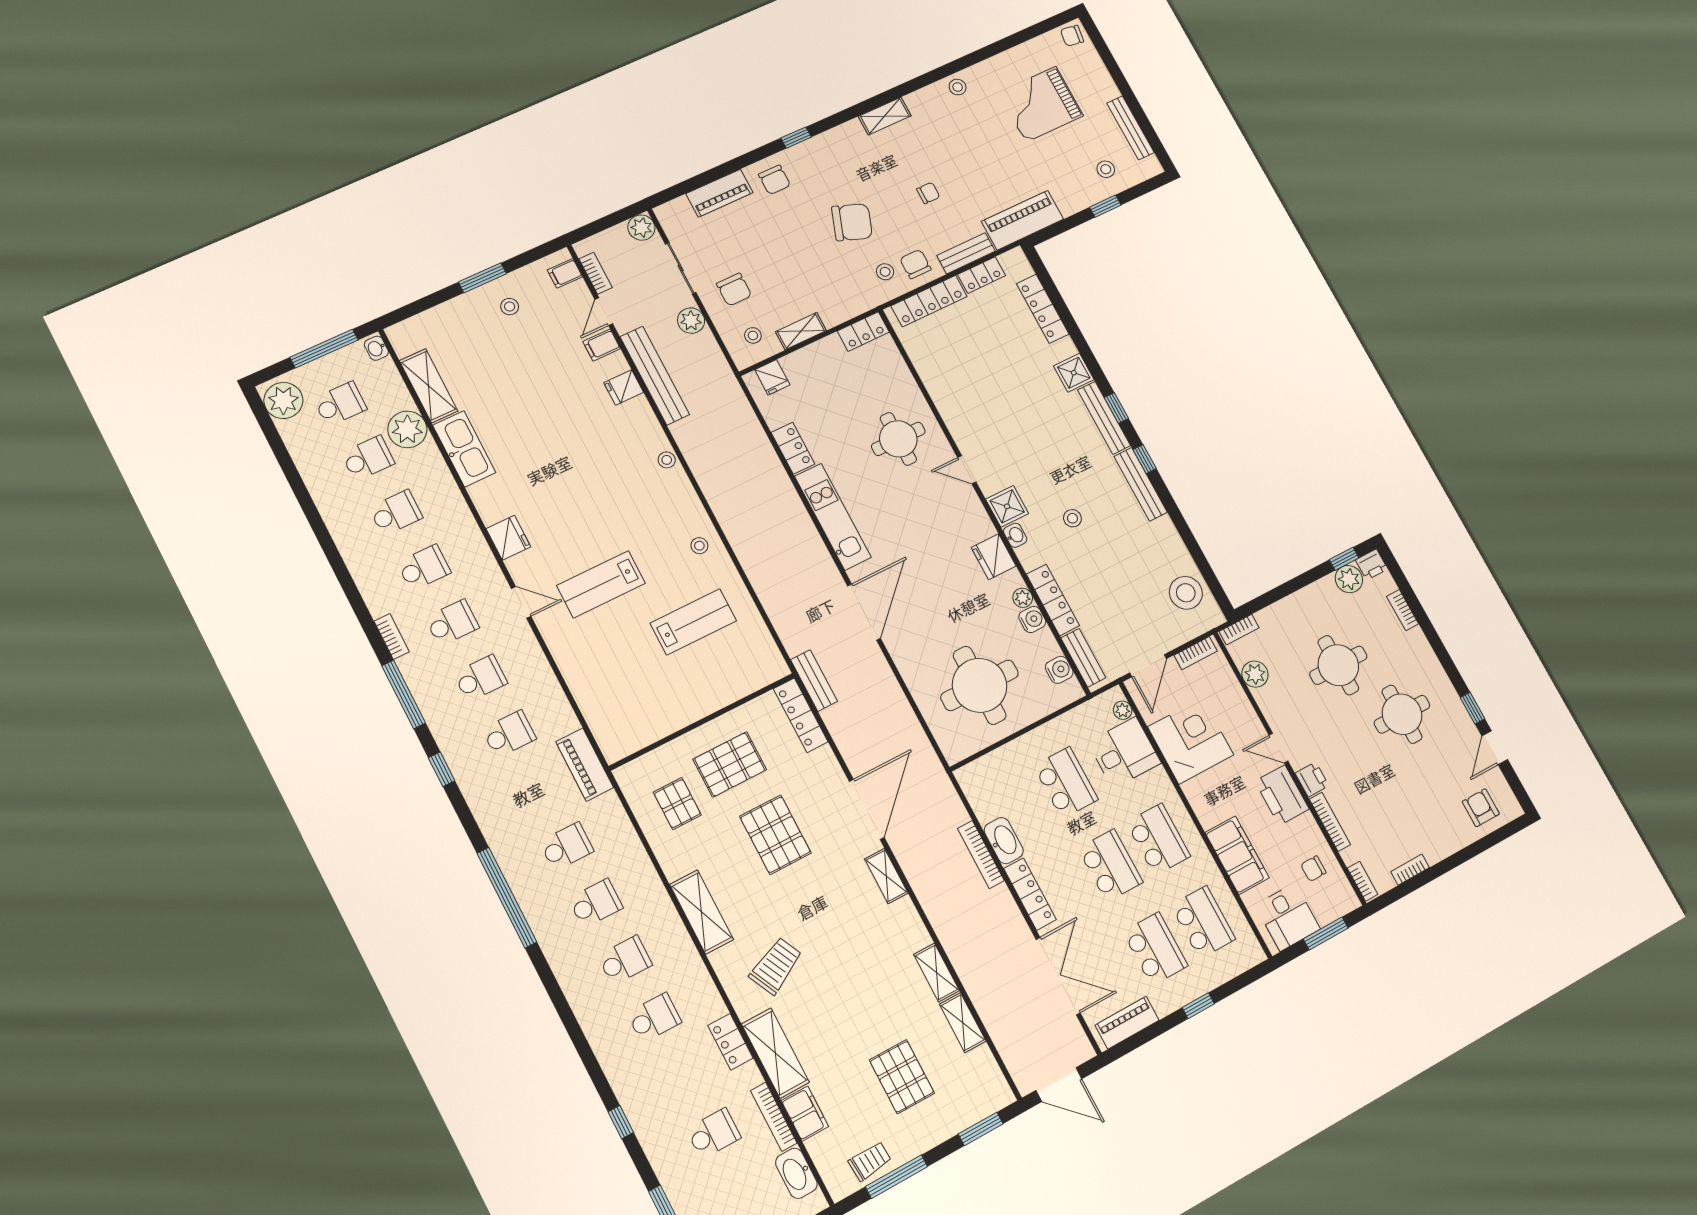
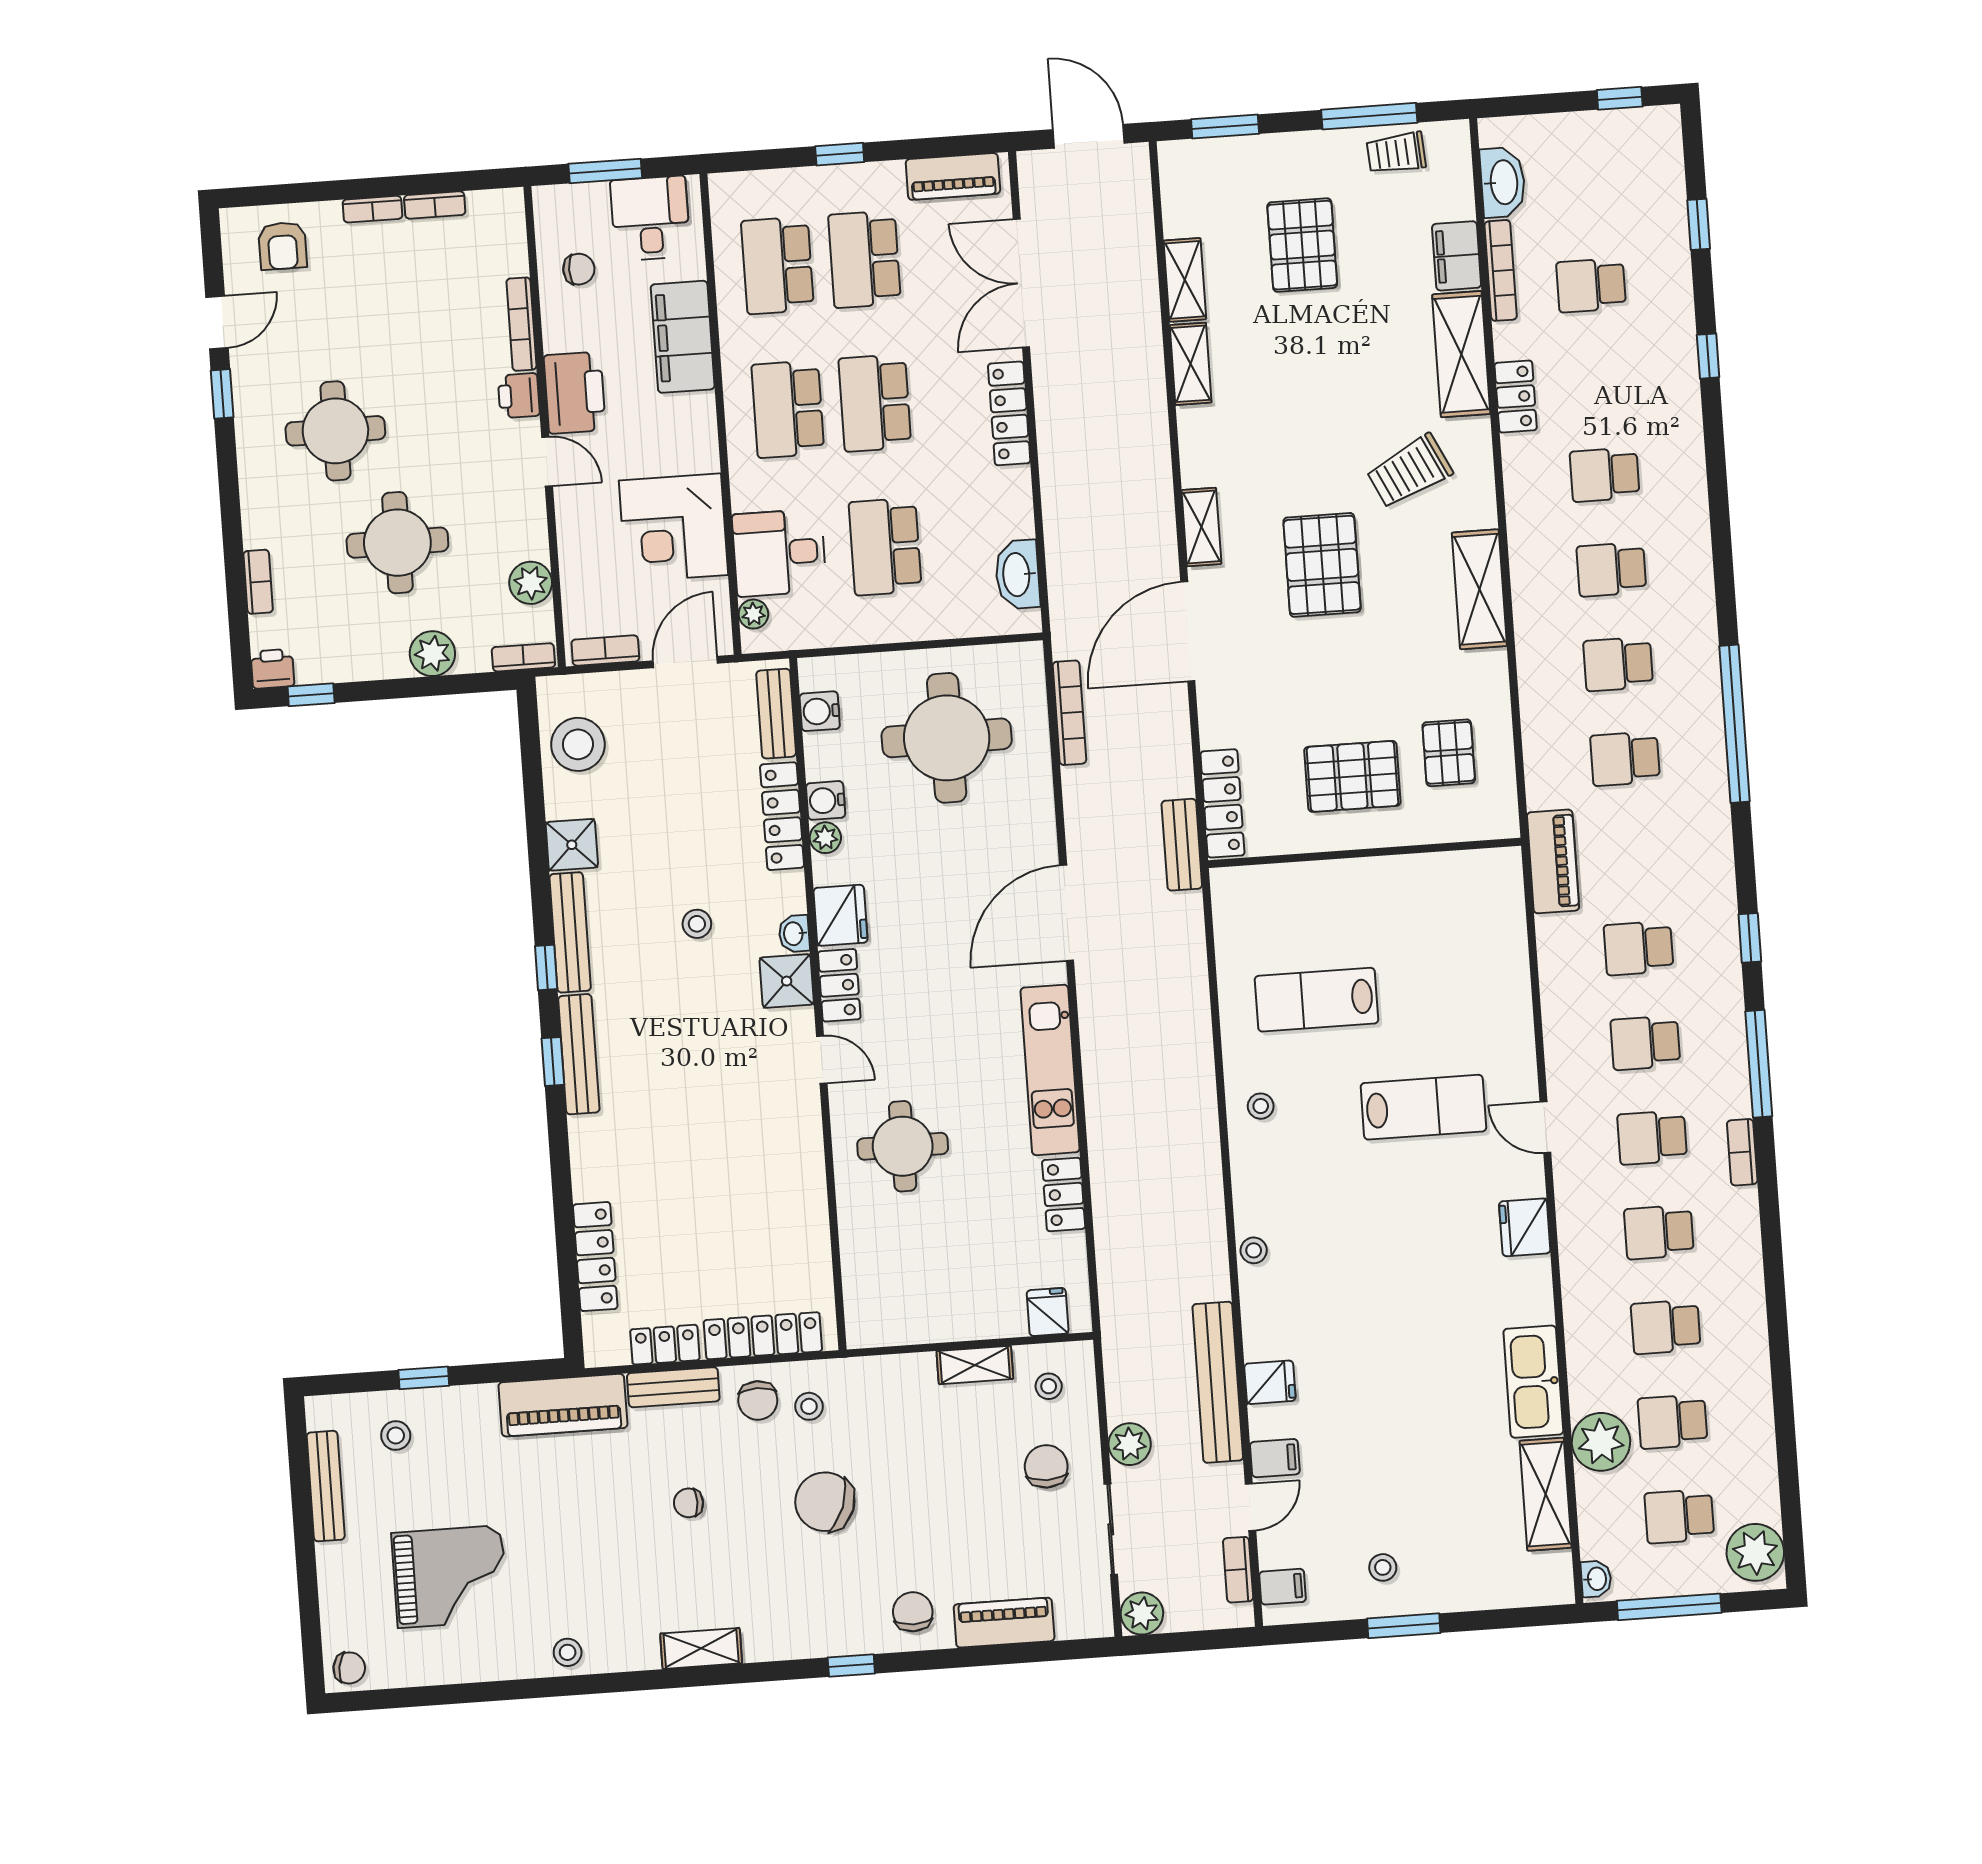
locker: (863, 332) -> (839, 985), moved, turned 90
shower: (1074, 373) -> (572, 845), moved
plant: (1349, 579) -> (432, 654), moved
pallet: (775, 835) -> (1322, 565), moved
washbasin: (1004, 841) -> (1017, 575), moved
bookcase: (981, 855) -> (1069, 713), moved
bookcase: (1363, 881) -> (372, 209), moved, turned -90

